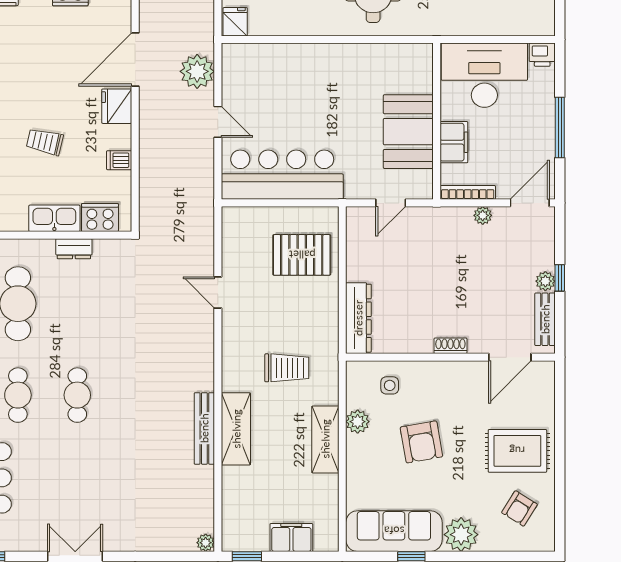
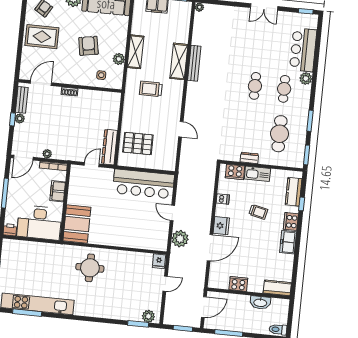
booth: (408, 132) -> (77, 224), moved
dresser: (358, 318) -> (109, 147), moved

